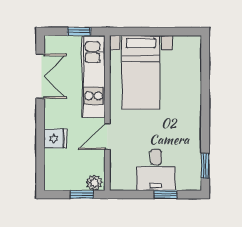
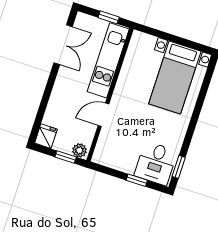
bed with nightstands: (141, 72) -> (175, 78), moved
fridge: (56, 139) -> (46, 136), moved, turned -90
desk: (156, 170) -> (156, 163), moved

